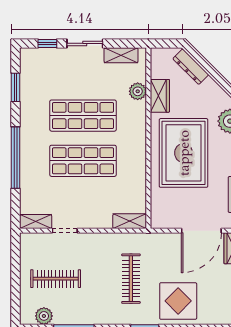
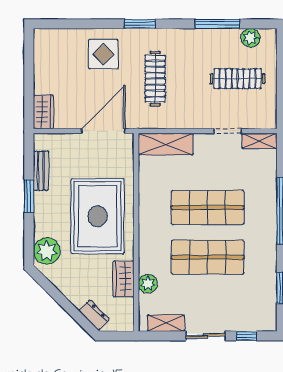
dresser: (191, 67) -> (94, 315), width x0.70
shelving: (130, 221) -> (166, 144), width x1.50, depth x1.33
door: (201, 231) -> (103, 131), moved
display table: (178, 301) -> (103, 54), width x0.73, depth x0.73

